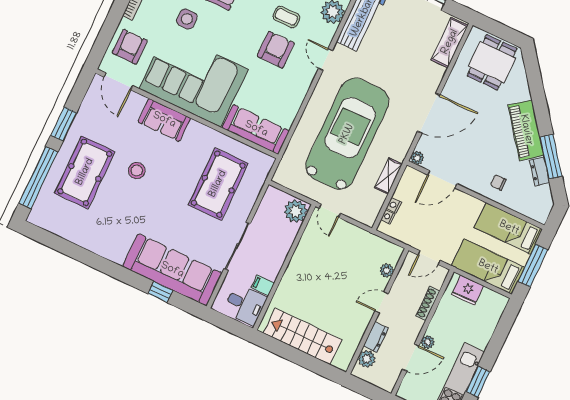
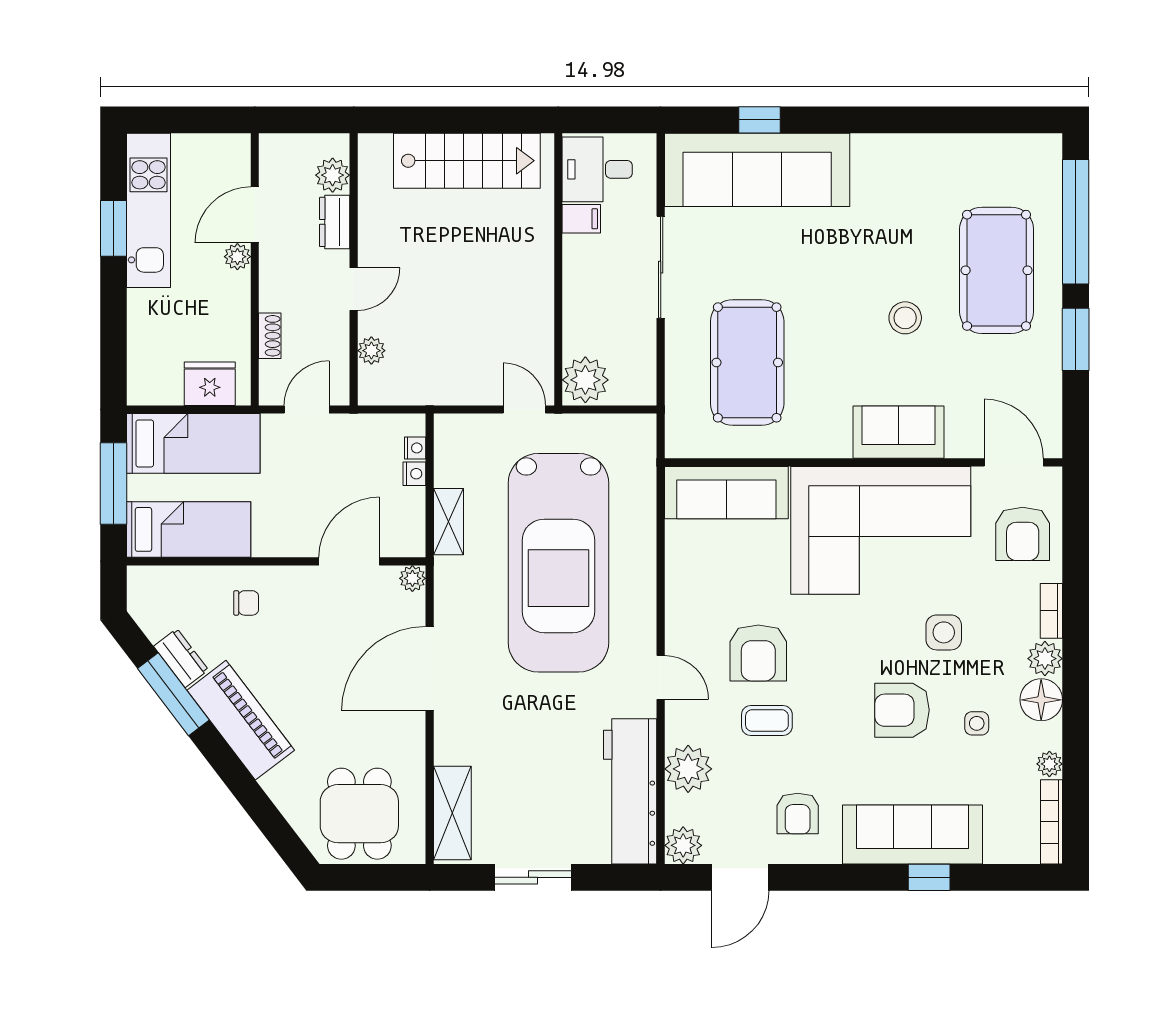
shoe rack: (428, 304) -> (270, 336), width x0.70

